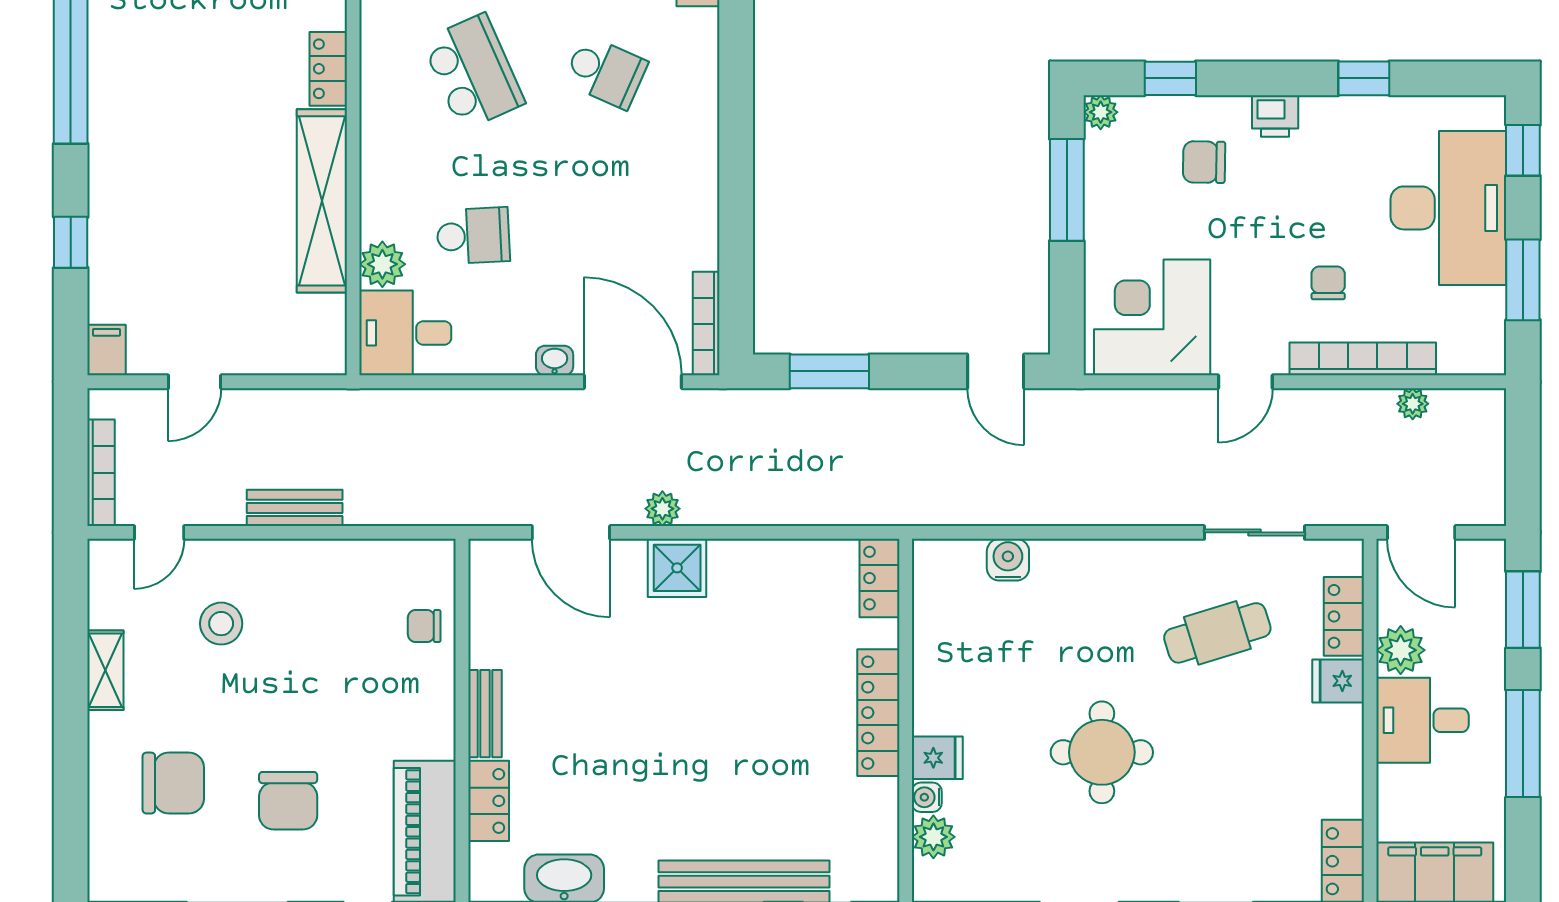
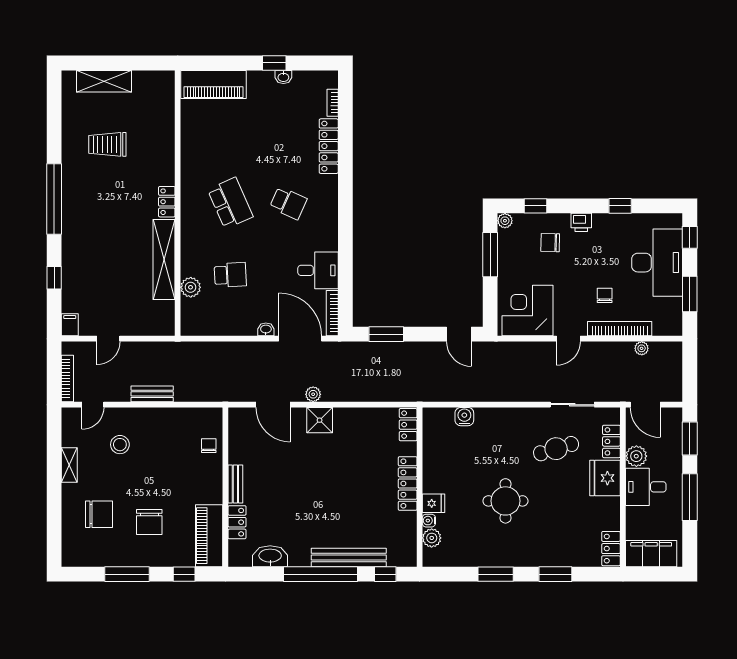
desk: (405, 333) -> (318, 270), moved, turned 180
chair: (424, 626) -> (209, 446), turned 90
fridge: (1338, 681) -> (605, 478), width x1.88, depth x1.34

